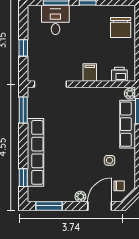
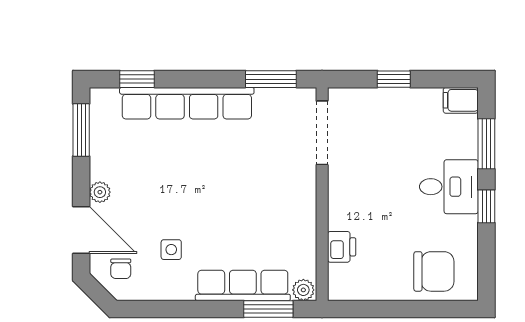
desk: (55, 20) -> (449, 187), moved
chair: (121, 27) -> (434, 271), turned 180
filing cabinet: (90, 72) -> (461, 100), moved, turned 180
printer: (119, 74) -> (342, 247), moved

